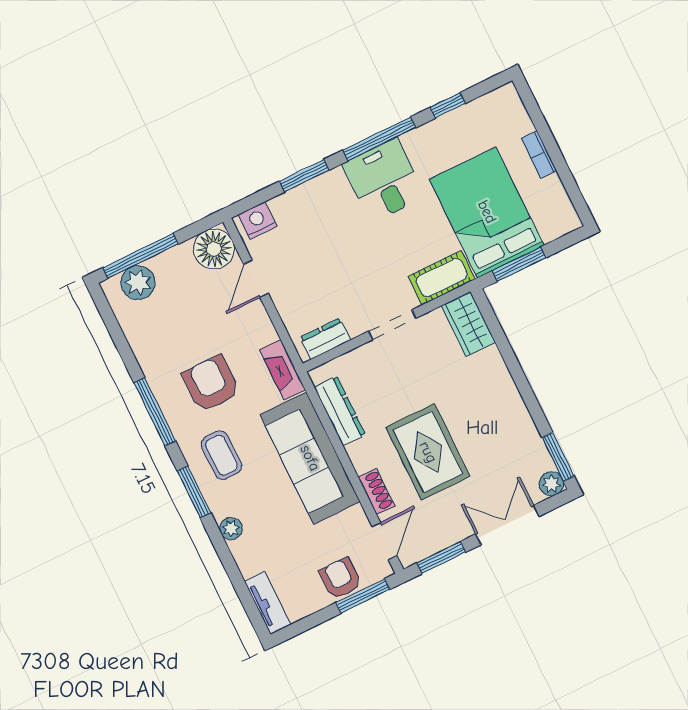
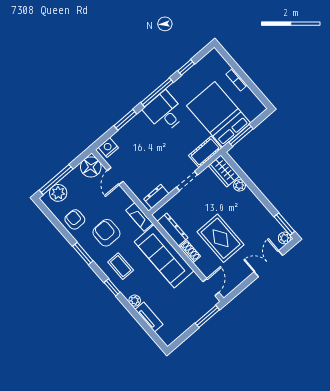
plant: (491, 360) -> (240, 185), added
window: (155, 412) -> (83, 254), width x0.69
window: (194, 492) -> (112, 287), width x0.67
shoe rack: (376, 492) -> (190, 252), moved
window: (441, 558) -> (240, 288), removed
armchair: (340, 579) -> (75, 219), moved
tv unit: (268, 603) -> (149, 317), moved

